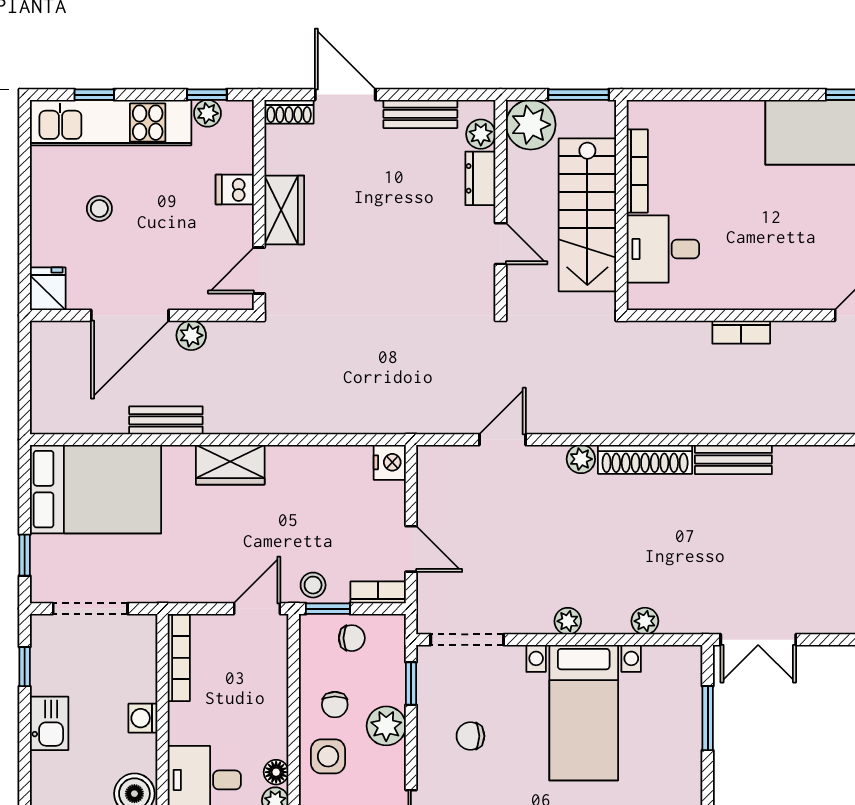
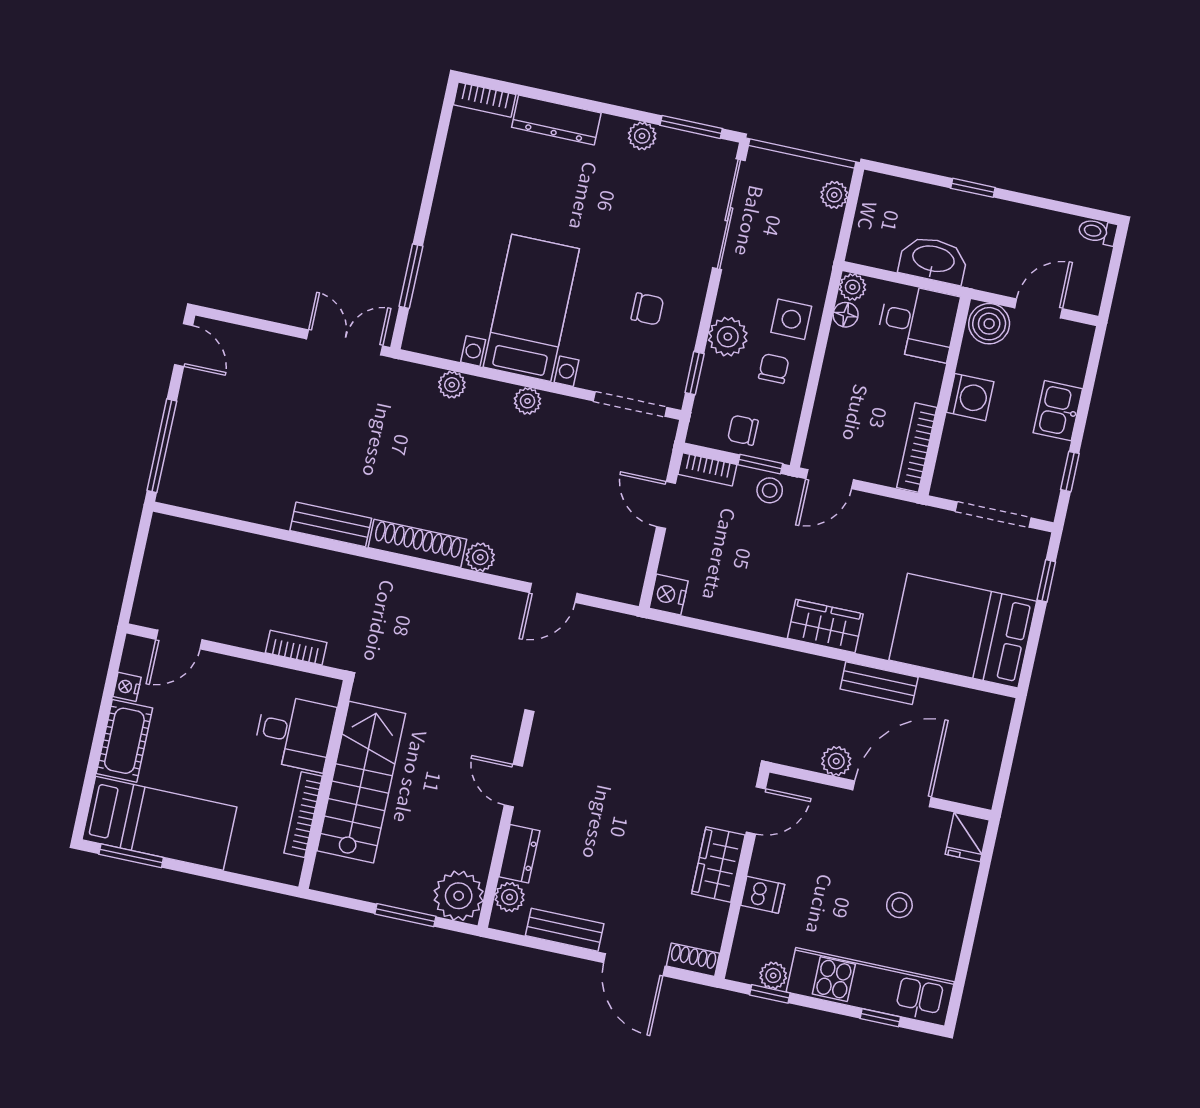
bookcase: (637, 171) -> (303, 815), moved
wall: (621, 205) -> (326, 785), moved
stairs: (587, 215) -> (361, 782), moved
desk: (663, 249) -> (294, 733), moved
washing machine: (143, 718) -> (970, 397), width x1.38, depth x1.38

